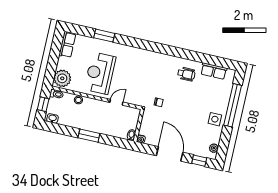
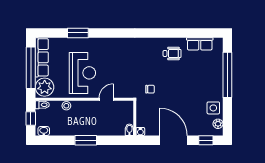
row of seats: (67, 45) -> (42, 57), width x1.48
window: (54, 58) -> (31, 68), added
reception desk: (100, 73) -> (82, 73), turned 180
side table: (215, 119) -> (213, 108), moved

